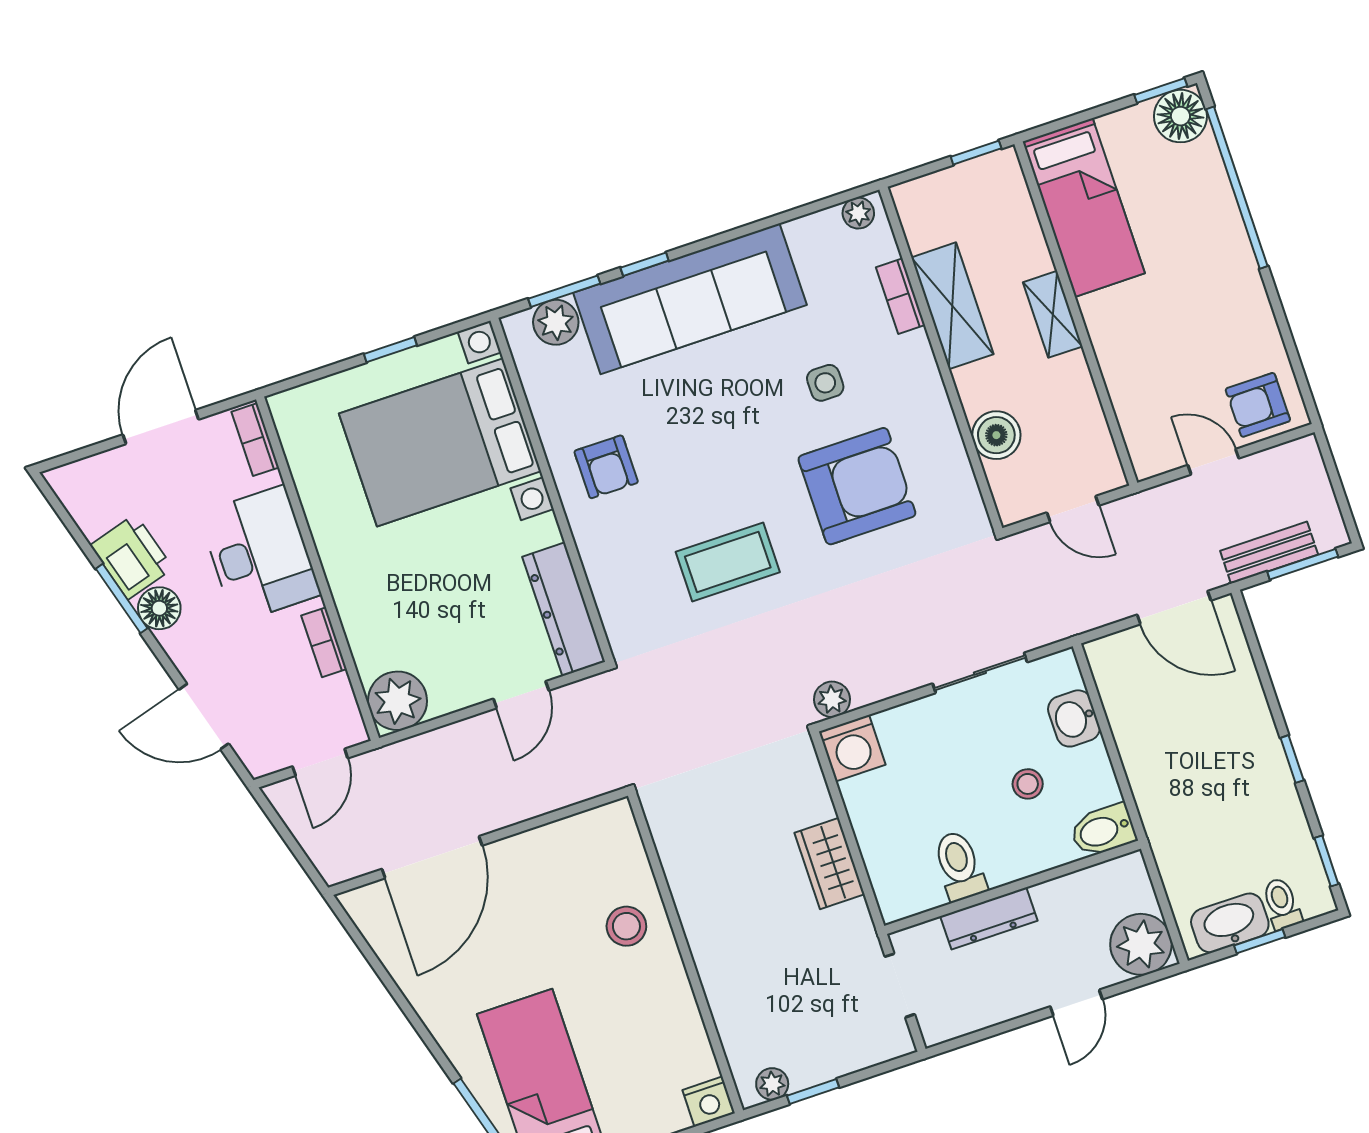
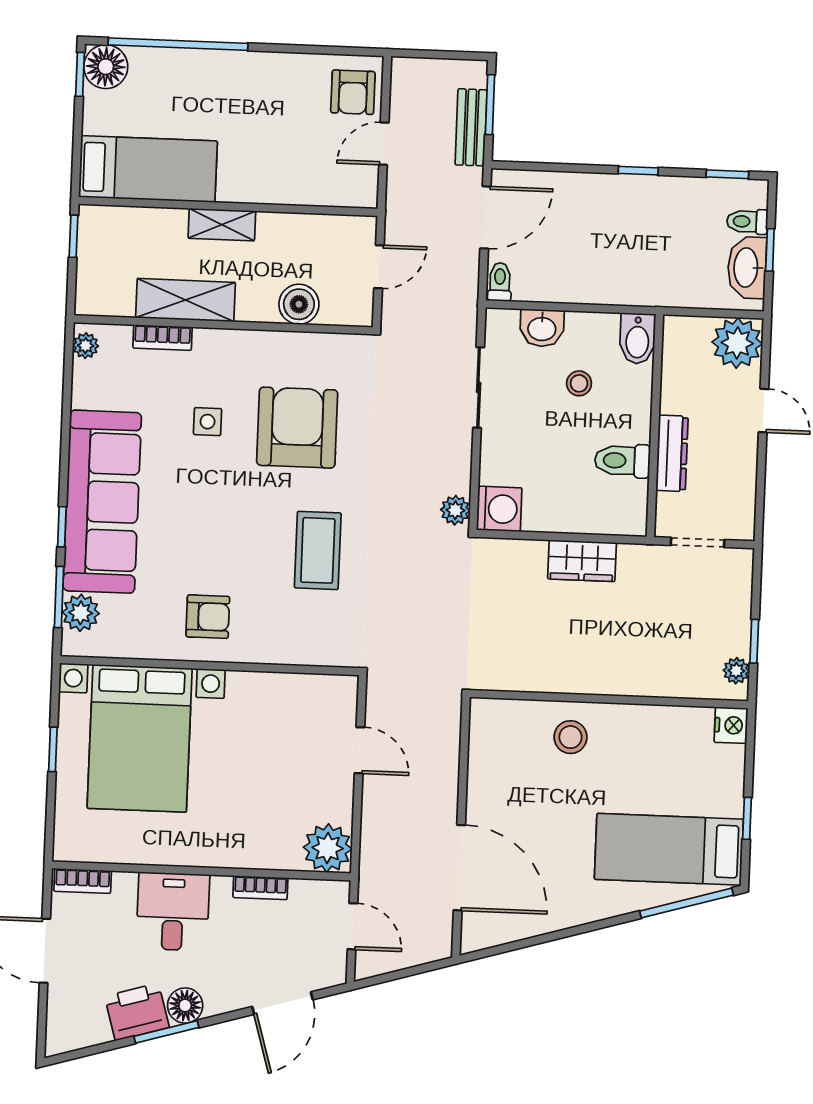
desk: (260, 554) -> (173, 912), width x0.73
dresser: (564, 609) -> (306, 692), removed
toilet: (1108, 651) -> (500, 282), added

